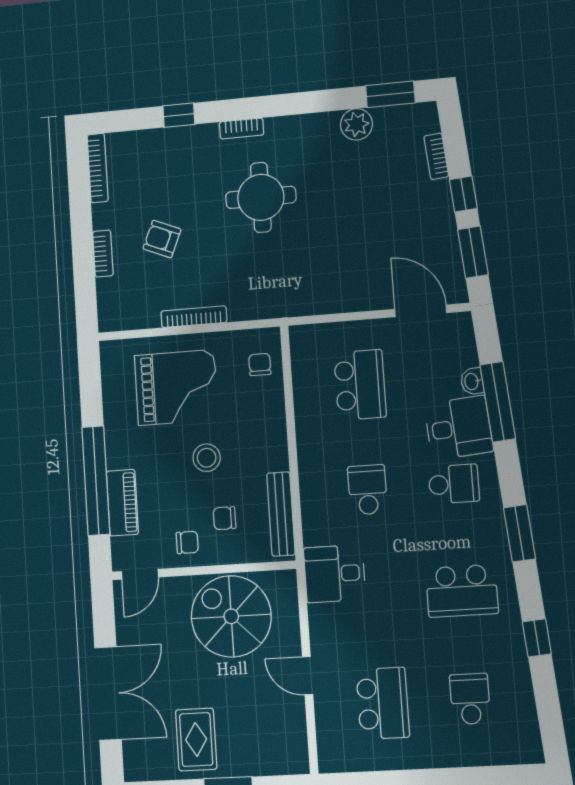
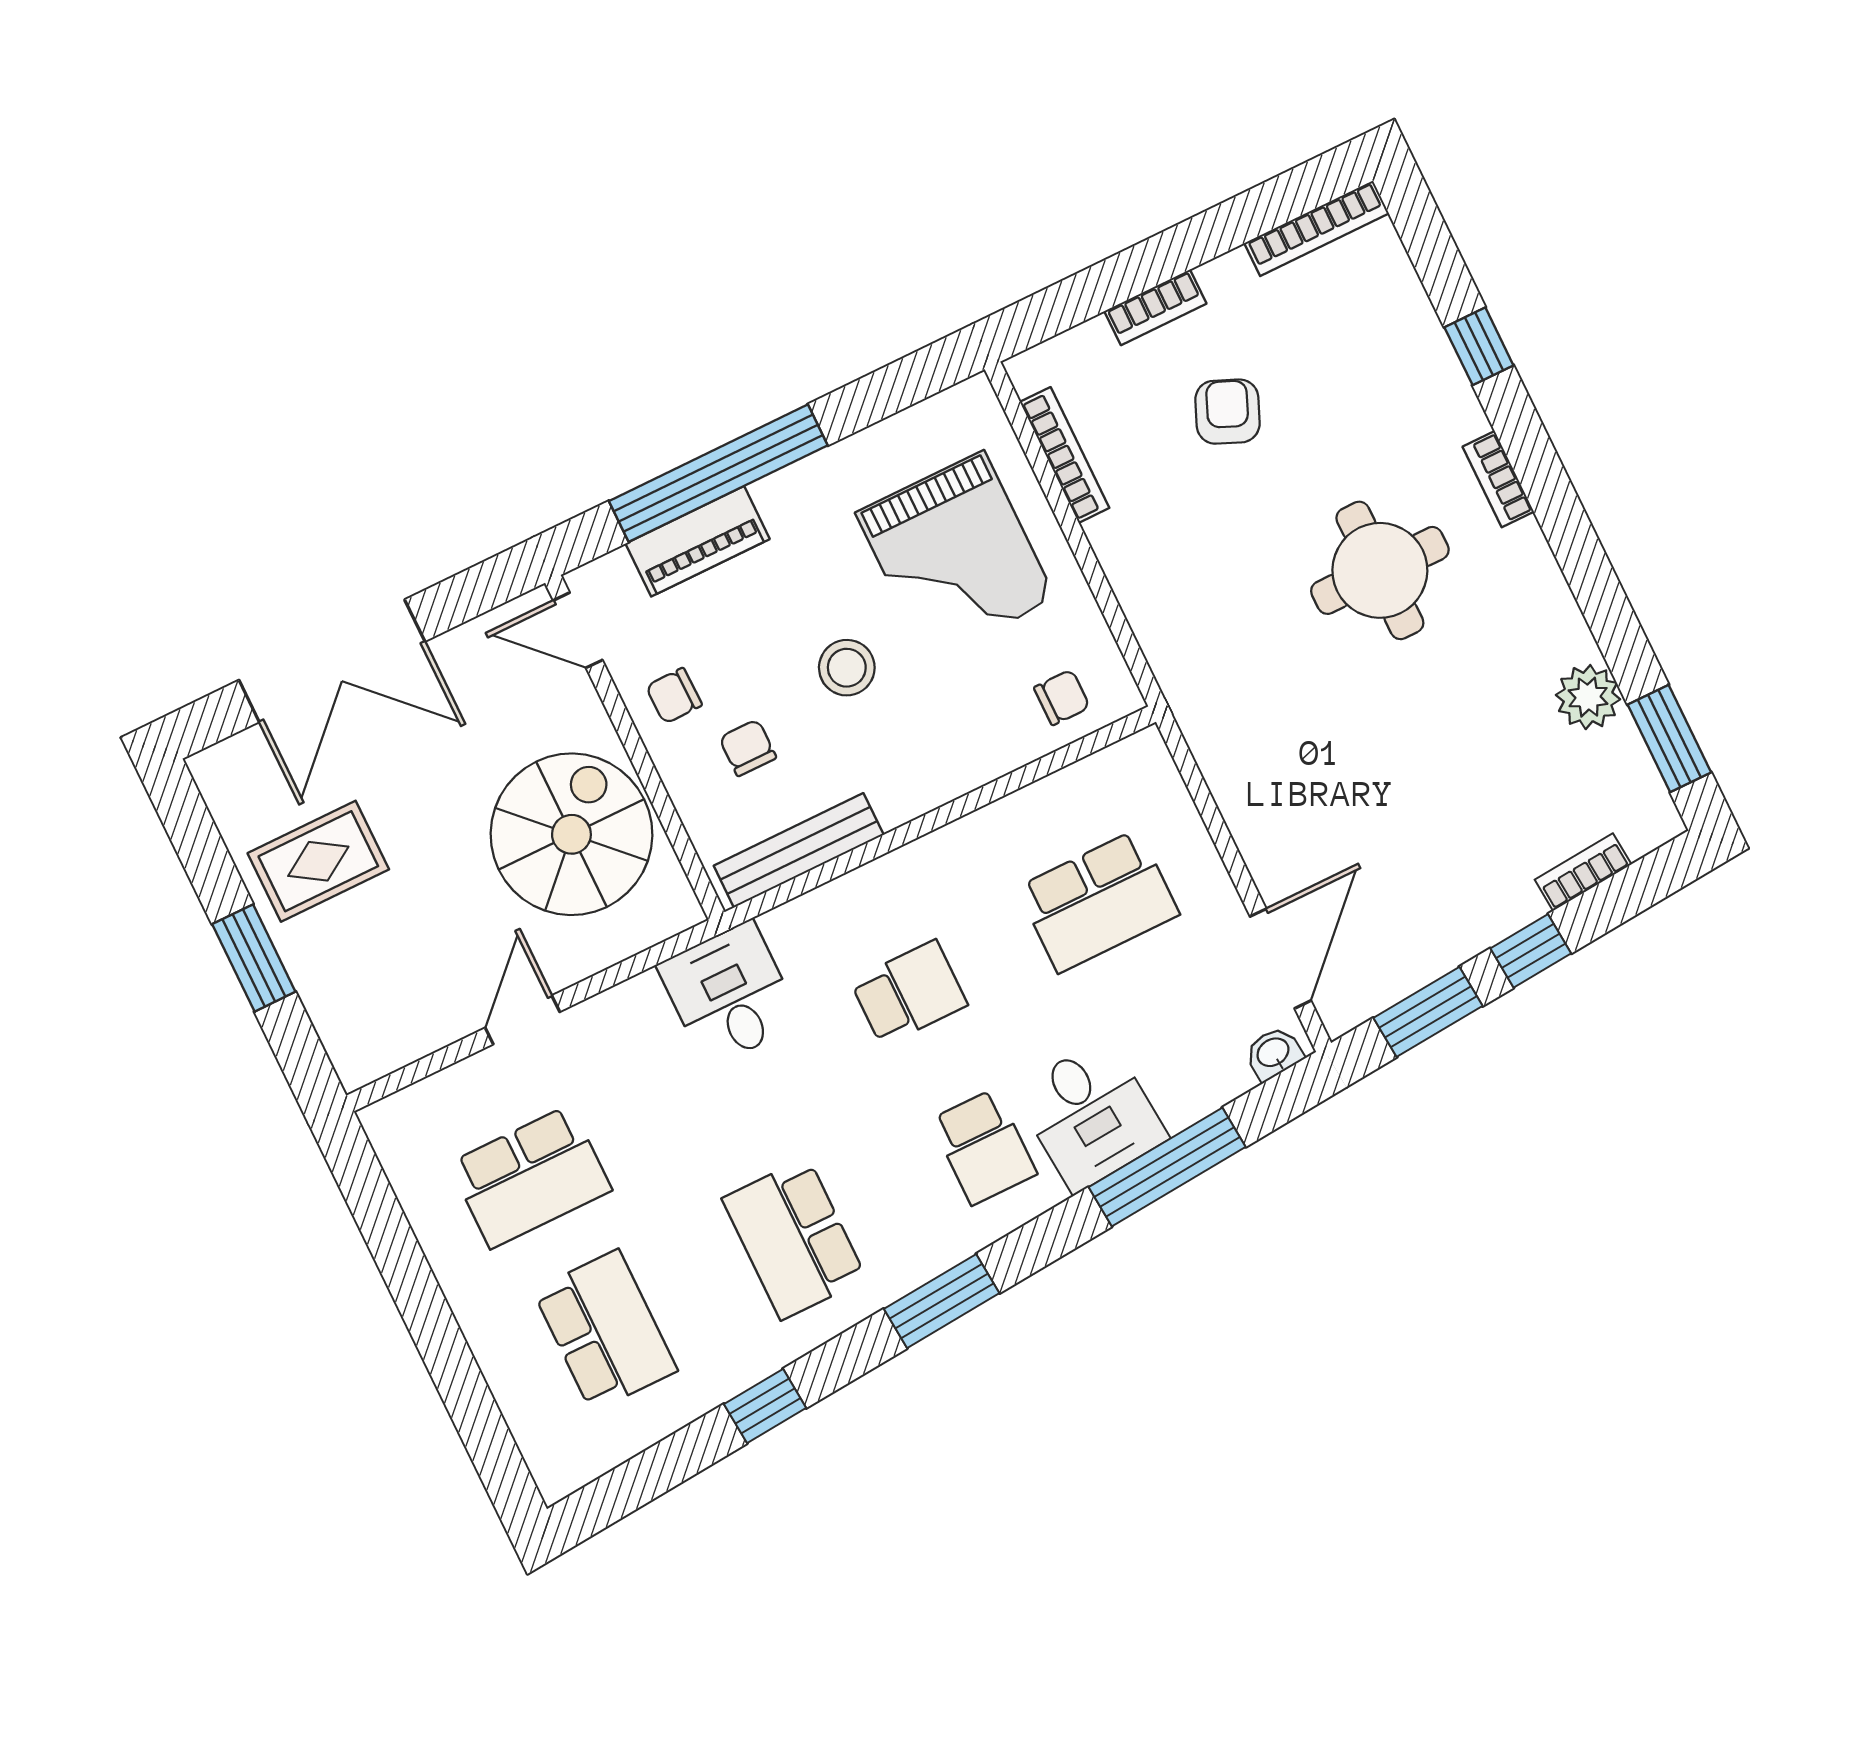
bookcase: (194, 317) -> (1065, 455), moved
washbasin: (472, 381) -> (1274, 1053), moved
chair: (187, 542) -> (674, 696), turned 89
school desk: (470, 699) -> (605, 1331), width x1.85

